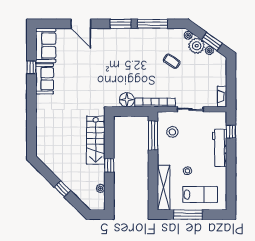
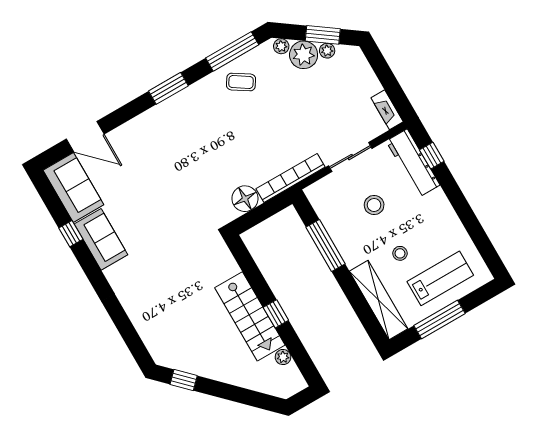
door: (81, 24) -> (85, 137), moved
window: (153, 24) -> (232, 51), moved
coffee table: (172, 61) -> (241, 82), moved
stool: (172, 132) -> (374, 205), moved
window: (153, 136) -> (325, 246), moved
stairs: (96, 140) -> (250, 316), moved
workbench: (220, 148) -> (413, 163), moved
window: (62, 189) -> (184, 380), moved

